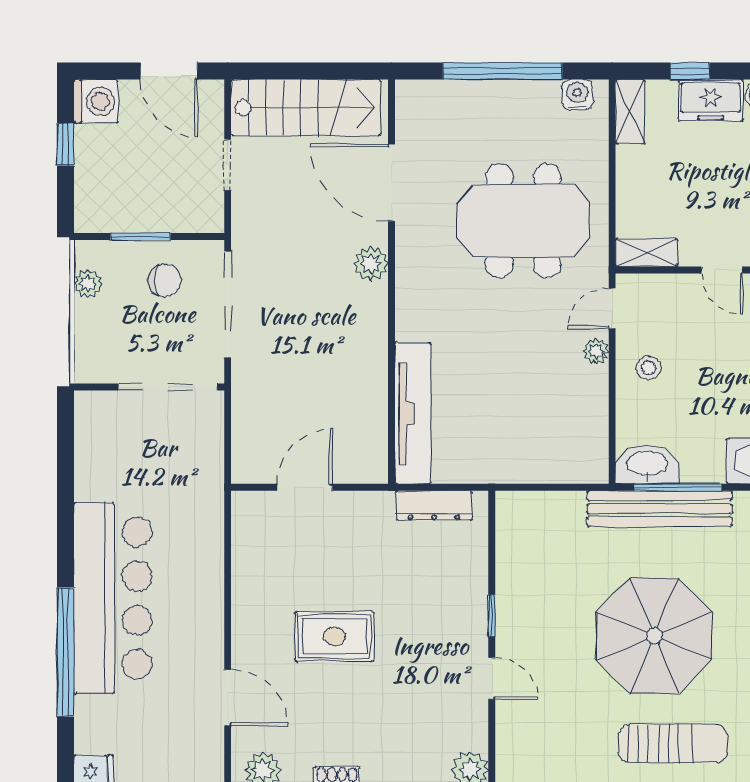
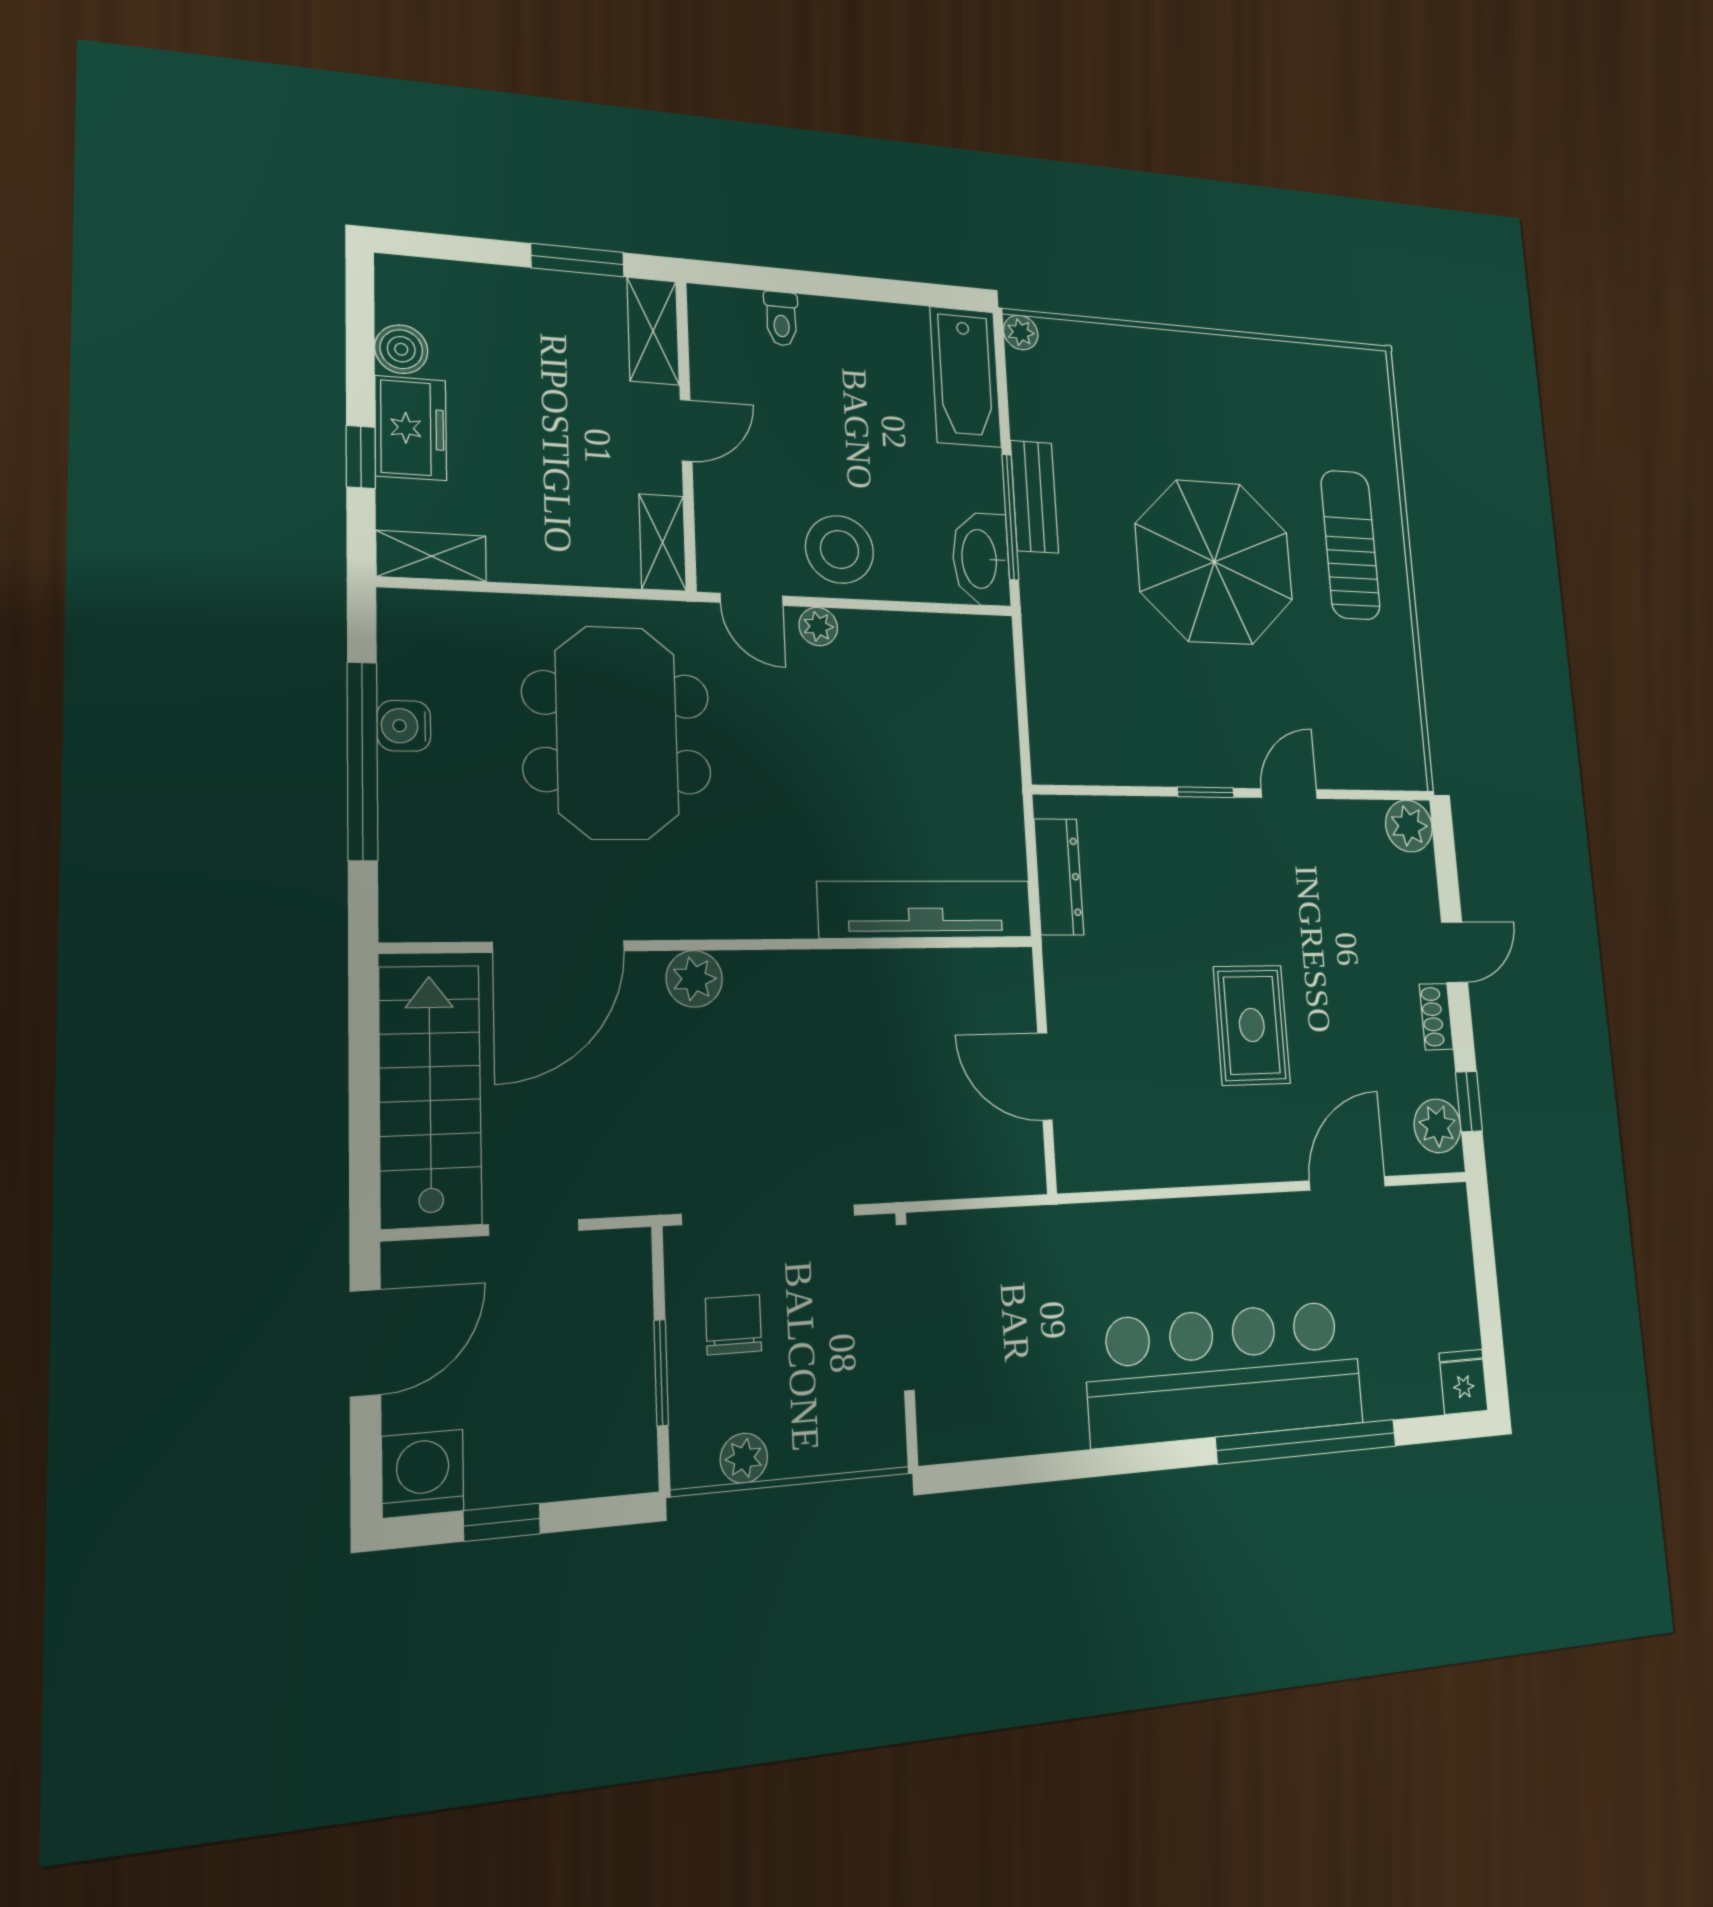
water cooler: (577, 95) -> (404, 726), moved
stool: (648, 368) -> (840, 549), width x1.89, depth x1.89
bench: (660, 509) -> (1034, 497), width x0.54, depth x0.82

